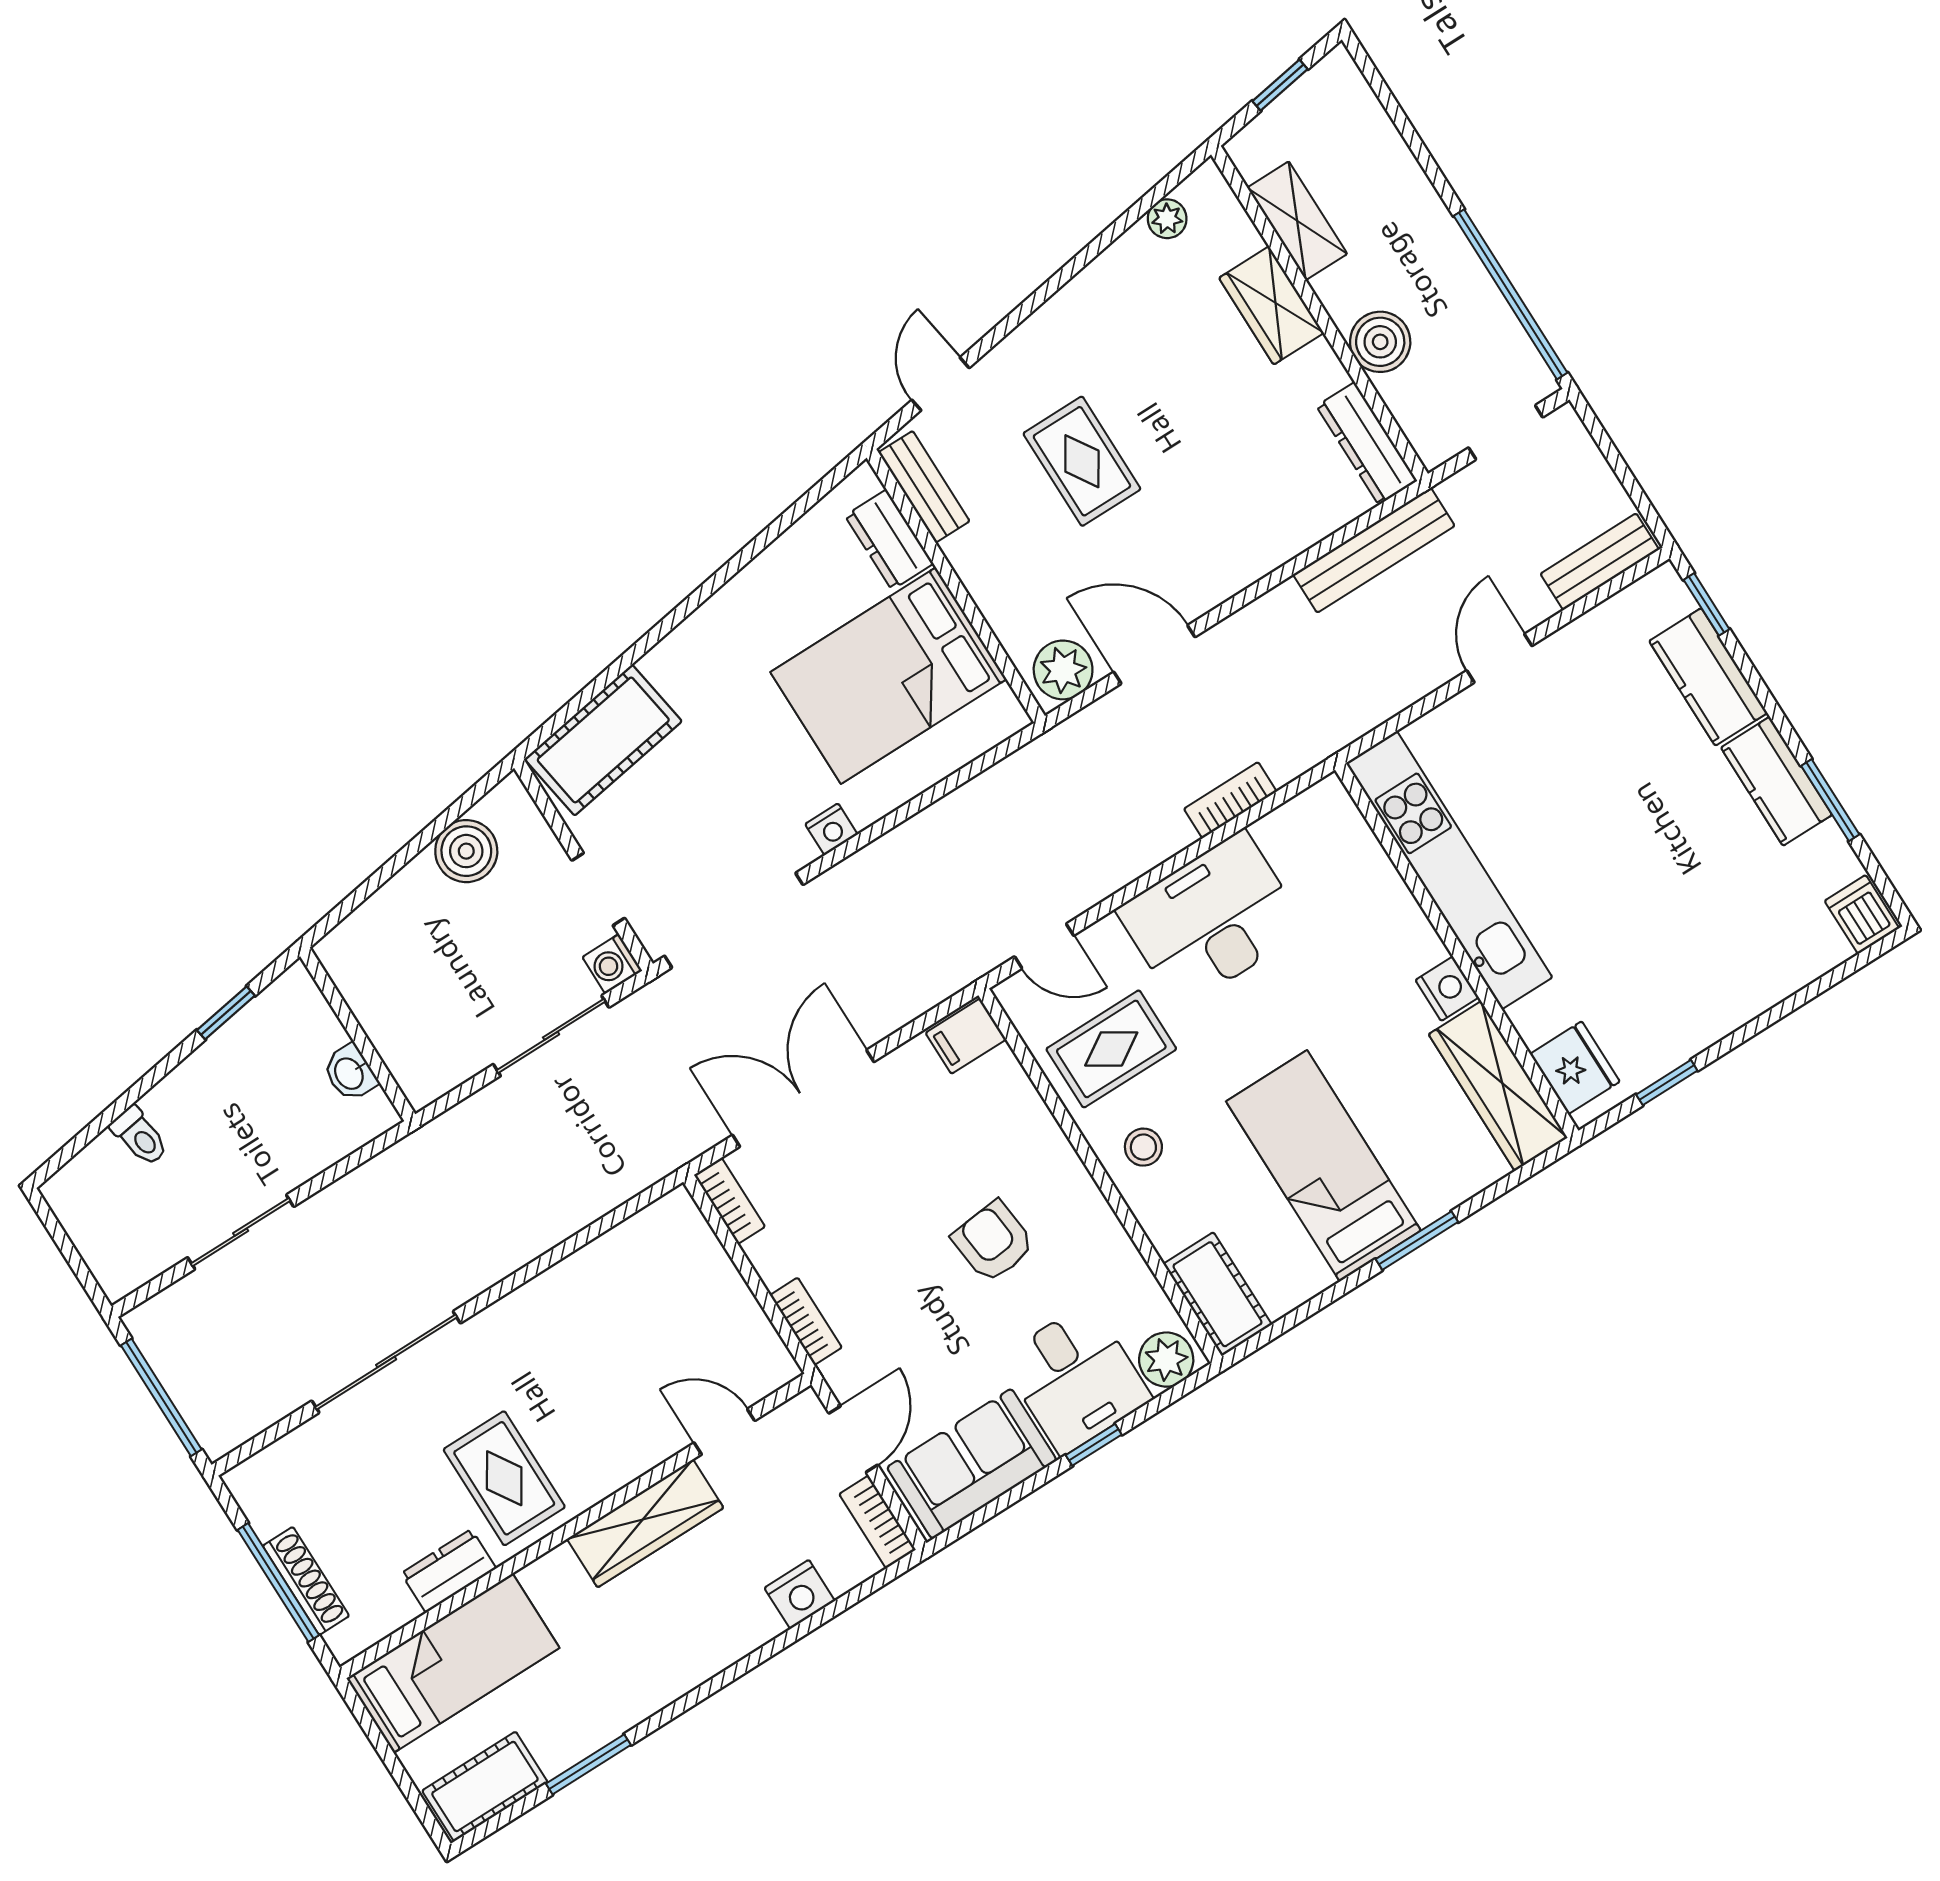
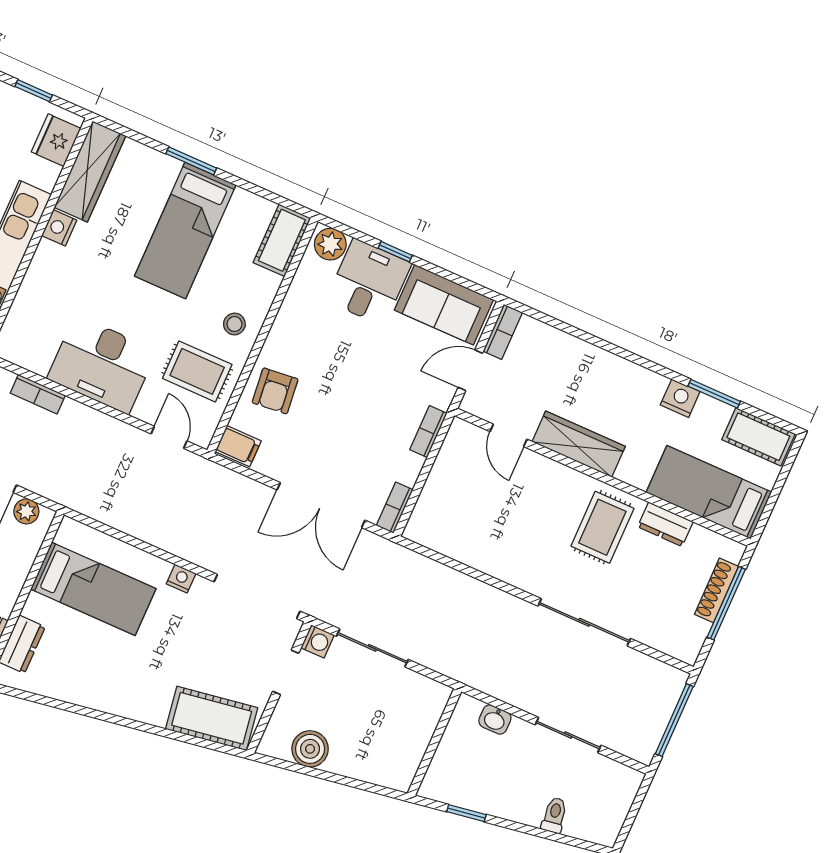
plant: (1063, 670) -> (26, 511), width x0.73, depth x0.73
bed: (888, 676) -> (93, 589), width x0.67
washbasin: (350, 1073) -> (495, 719), moved, turned 90
armchair: (993, 1242) -> (275, 391), moved
nightstand: (800, 1594) -> (680, 398), moved

